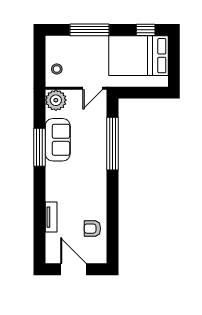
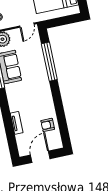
door: (73, 269) -> (40, 157), hinge flipped

